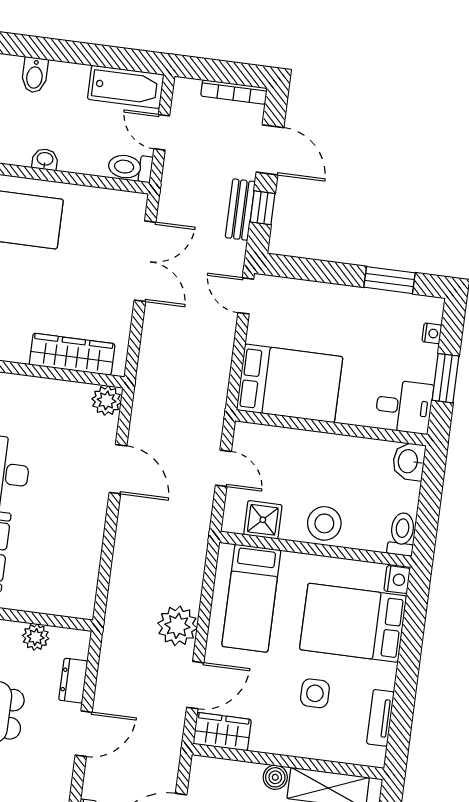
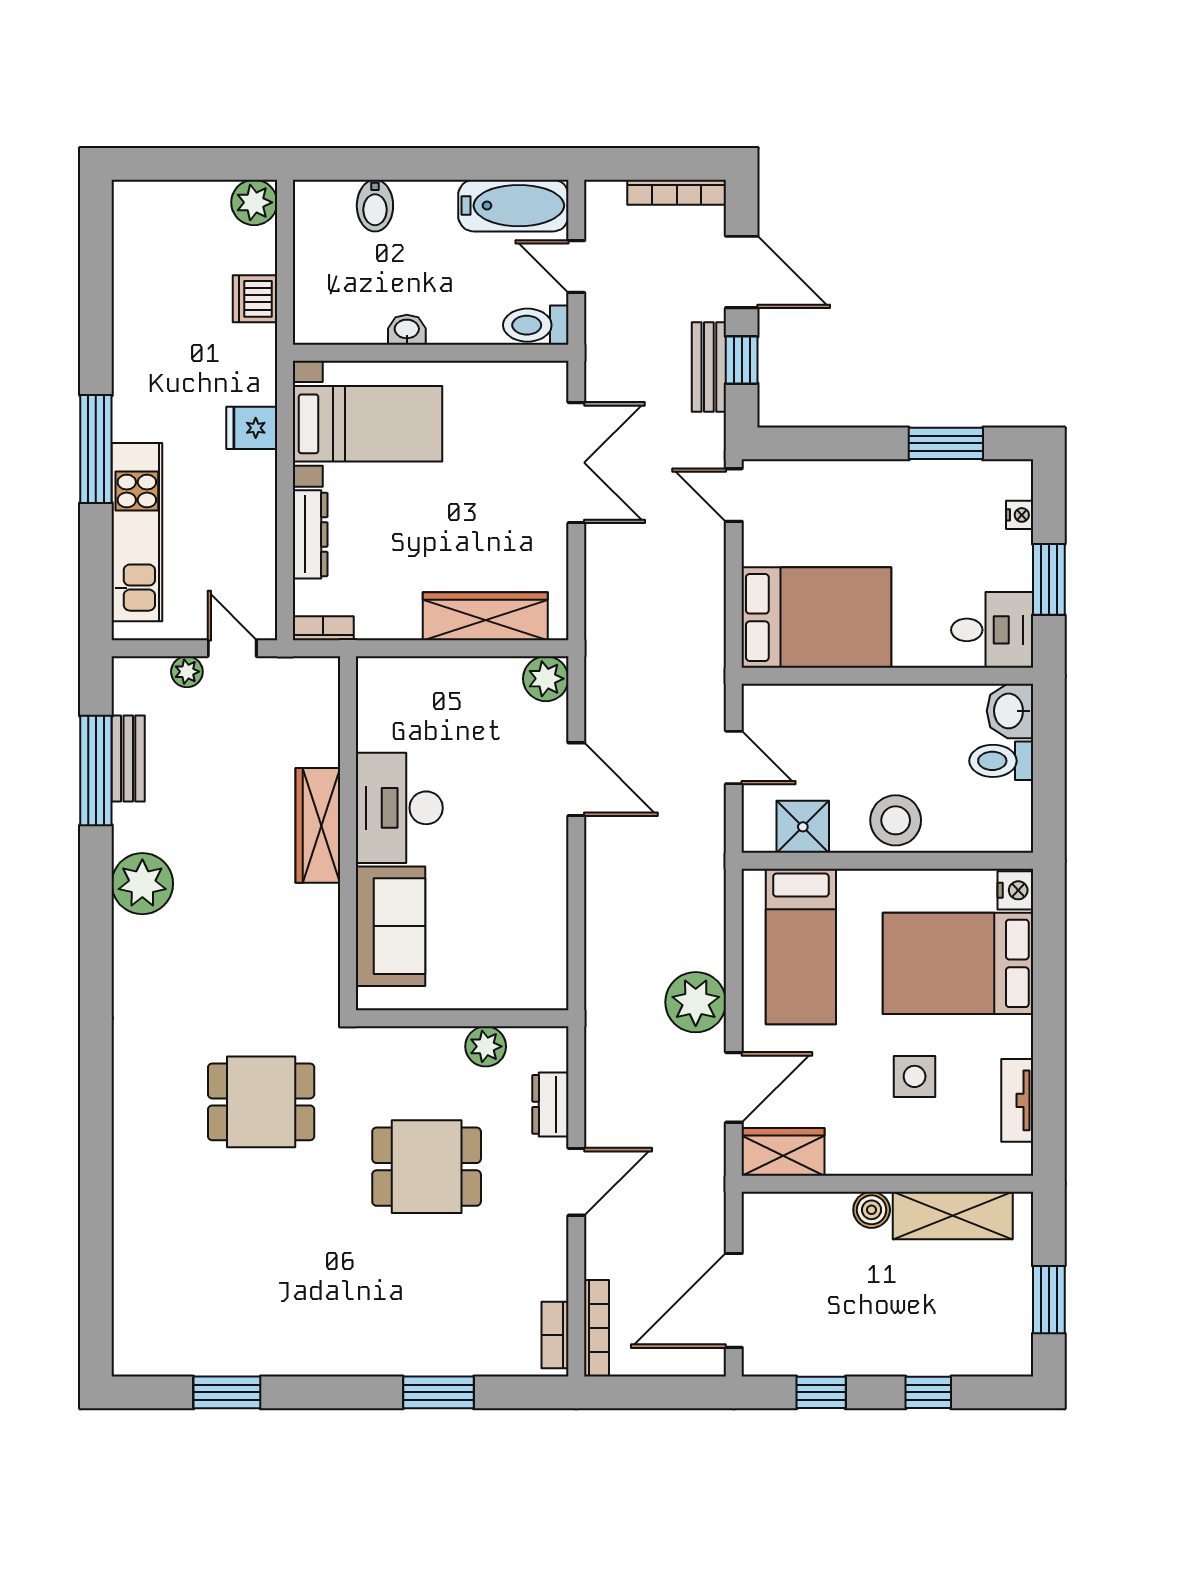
toilet: (402, 534) -> (1001, 761), moved, turned -90

